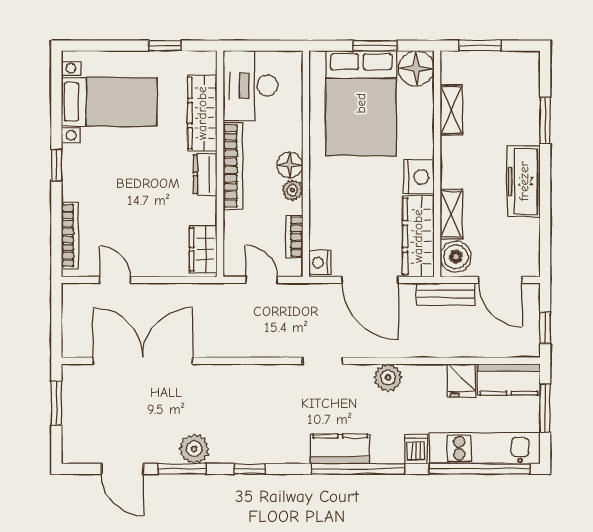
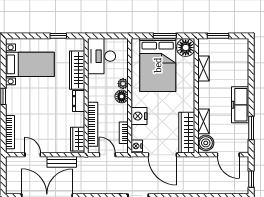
window: (545, 120) -> (251, 128), moved
bookcase: (233, 166) -> (93, 124), moved
nightstand: (419, 177) -> (139, 116), moved, turned 180
plant: (293, 190) -> (123, 84), moved
bench: (445, 294) -> (62, 162), moved

